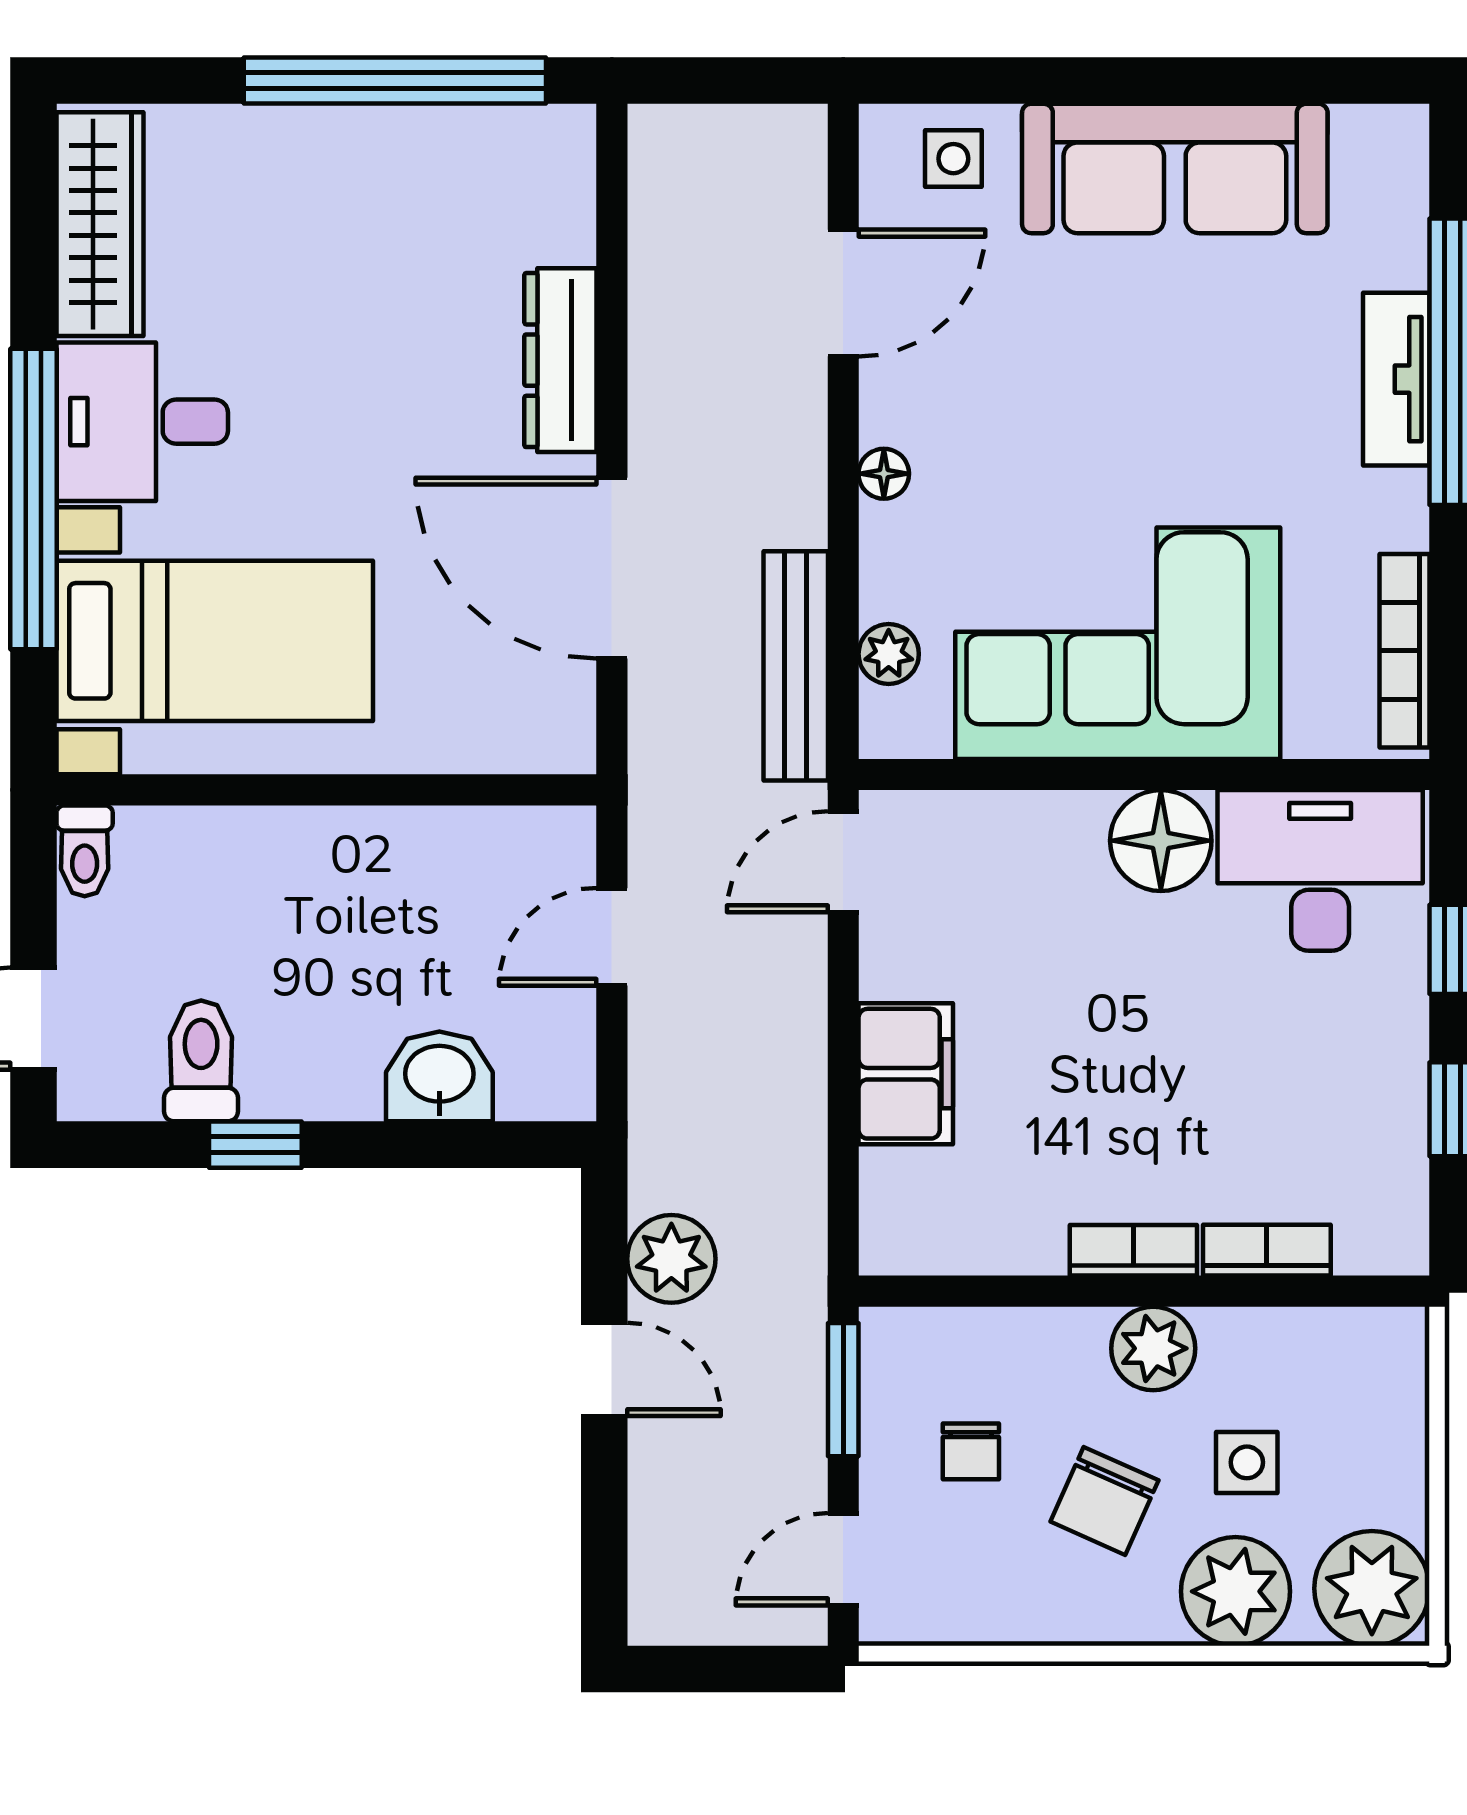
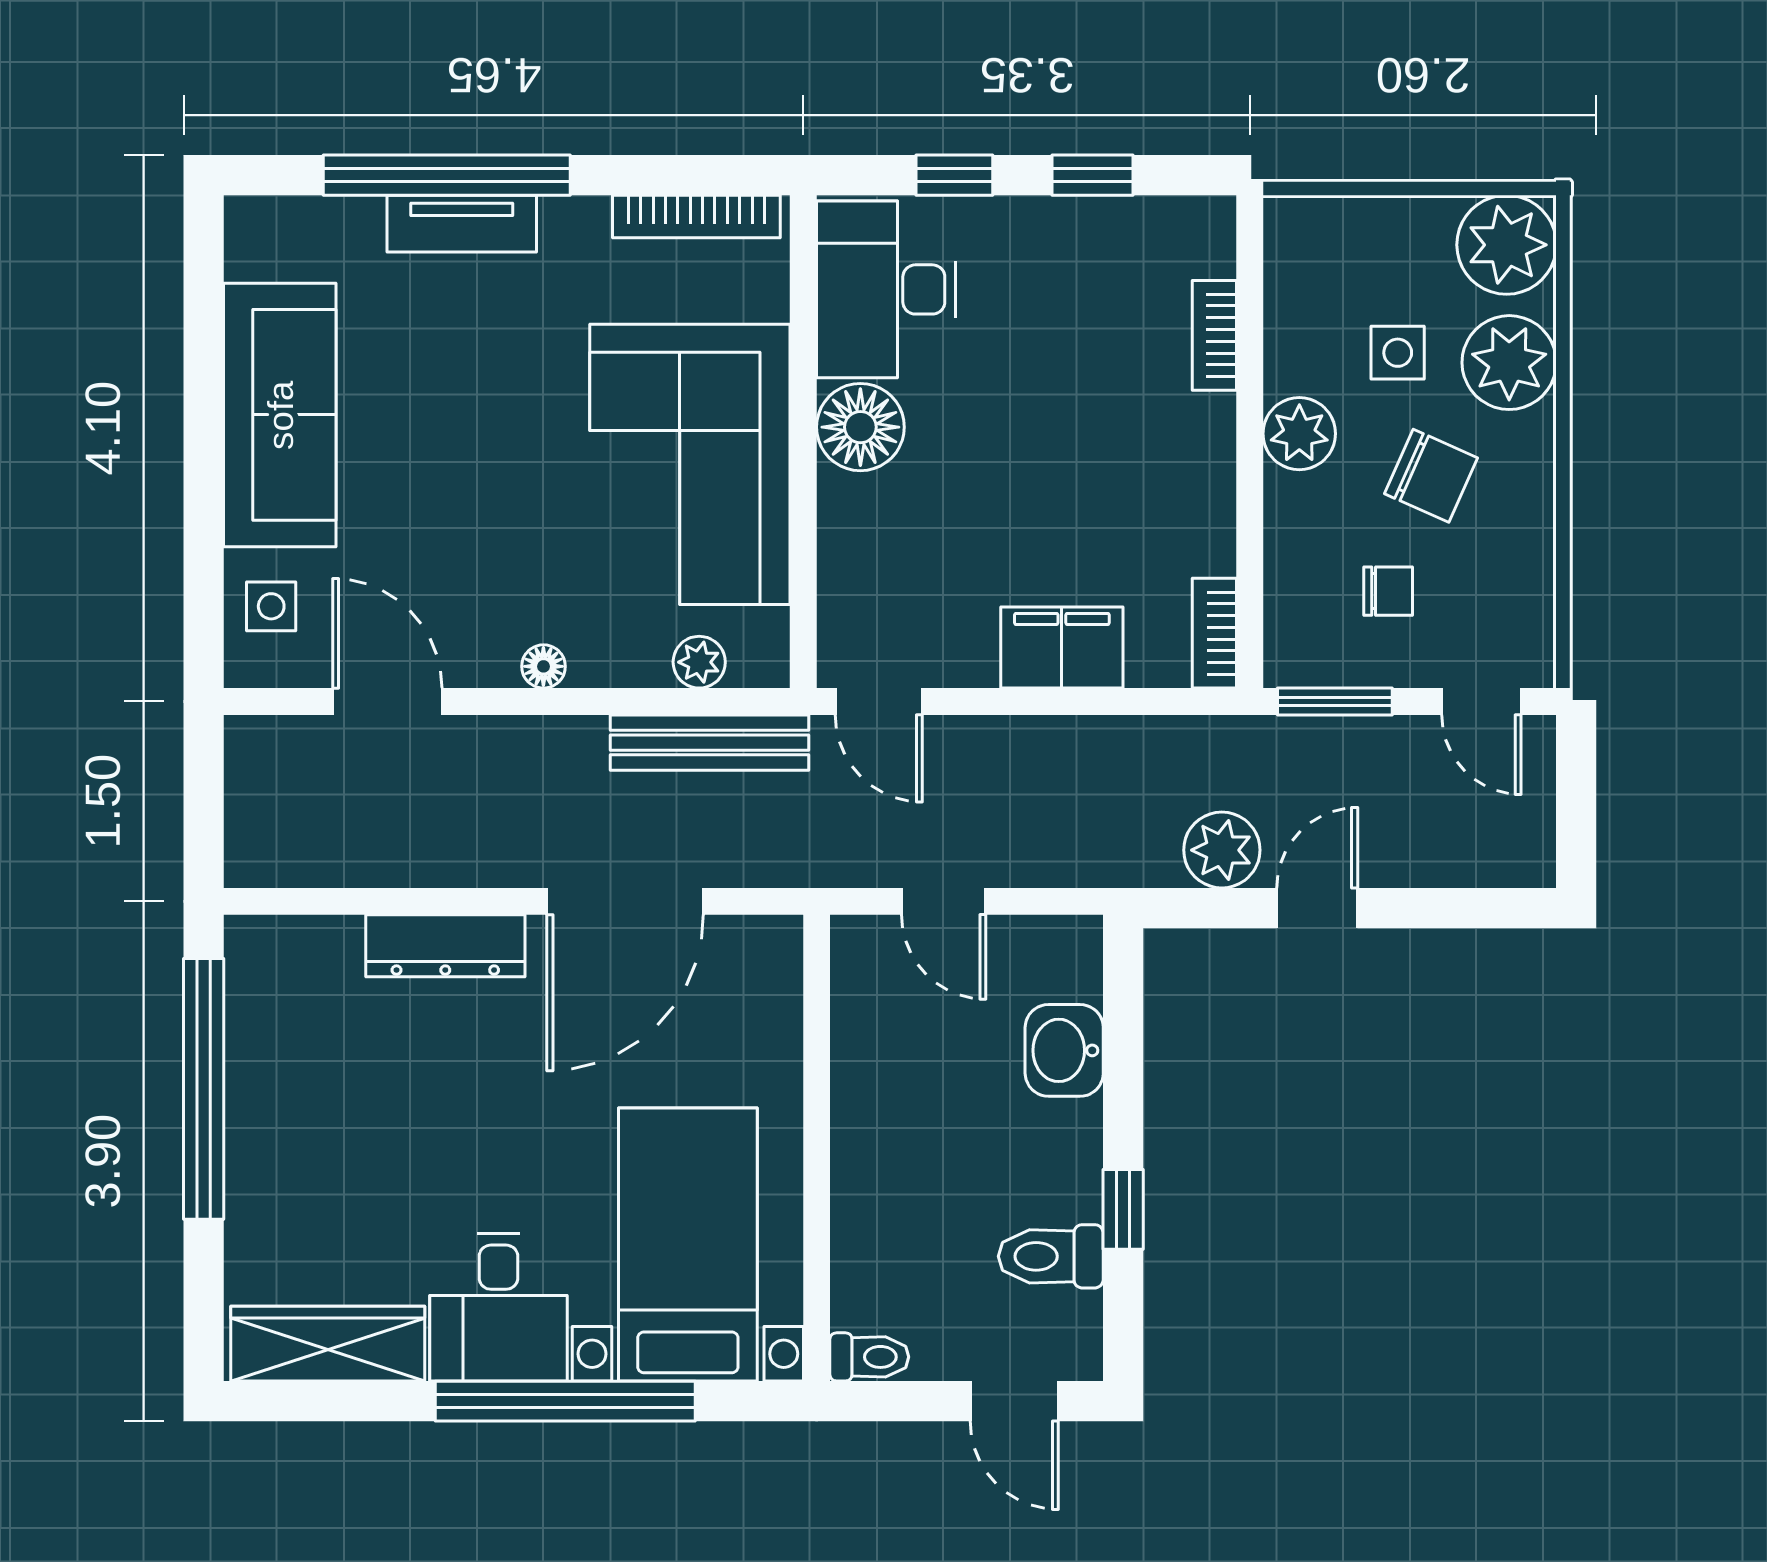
bookcase: (1133, 1250) -> (1214, 633), moved

